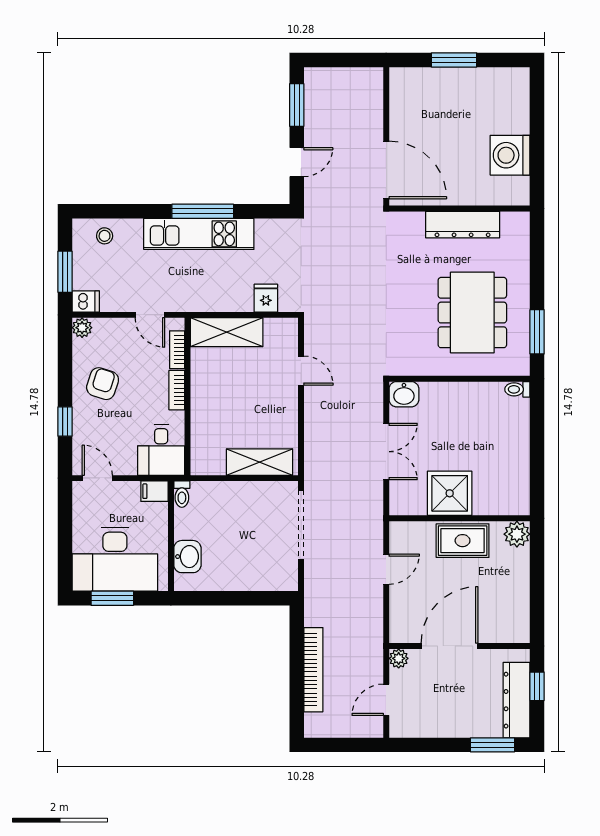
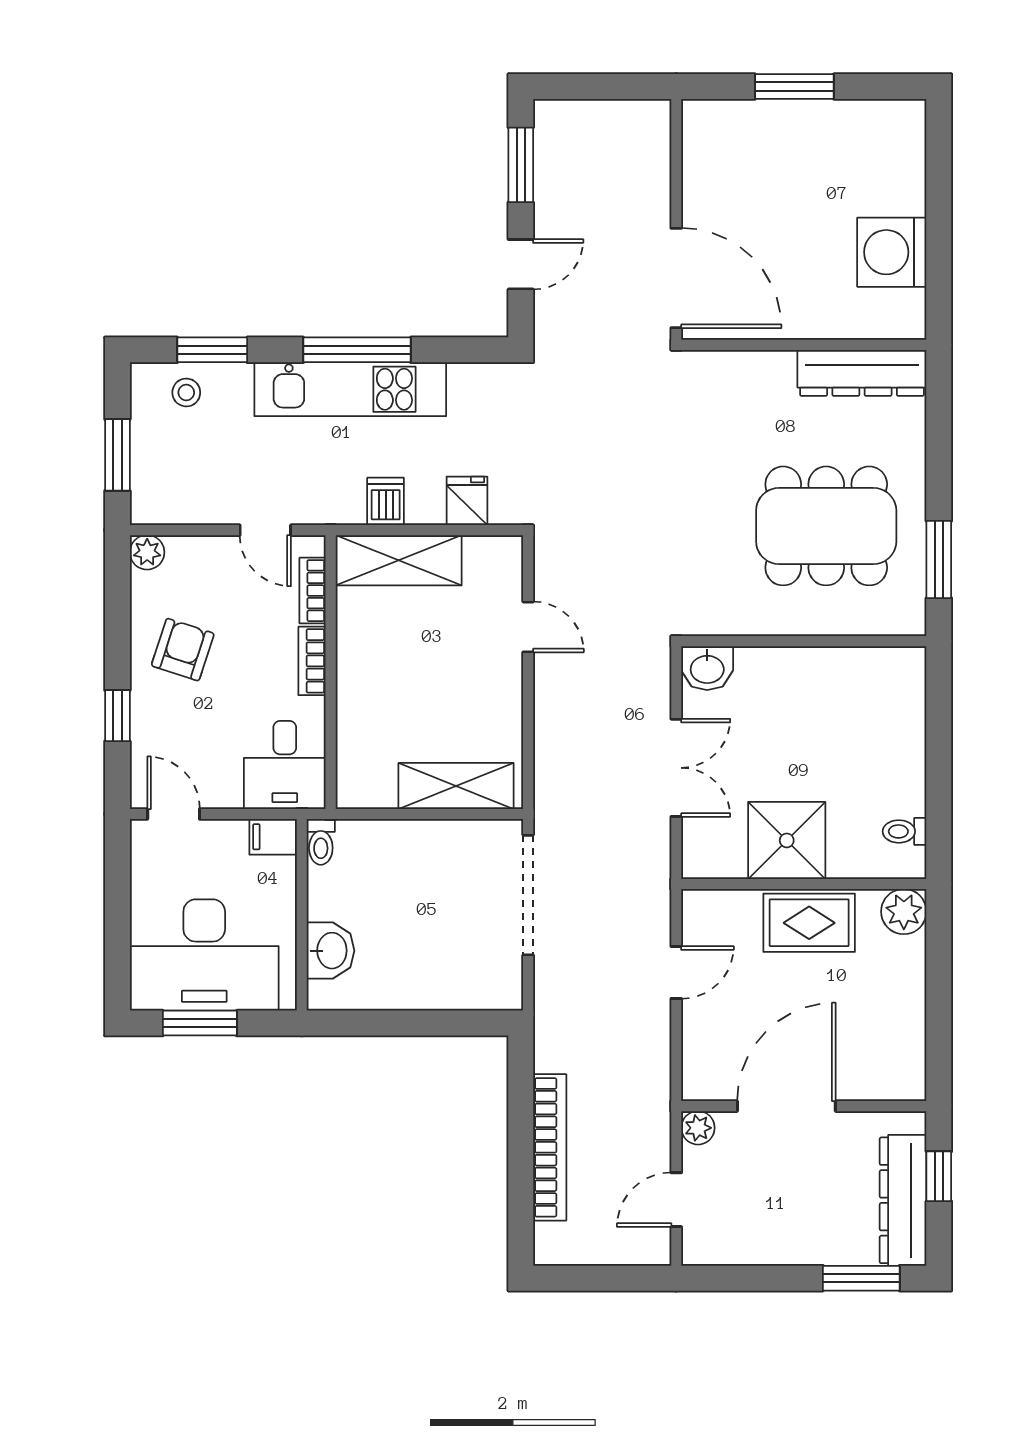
window: (120, 211) -> (212, 350), added
dresser: (463, 225) -> (862, 373), moved
dishwasher: (86, 301) -> (386, 501), moved, turned -90
dining table: (472, 313) -> (826, 526), turned 90
toilet: (517, 389) -> (905, 831), moved

